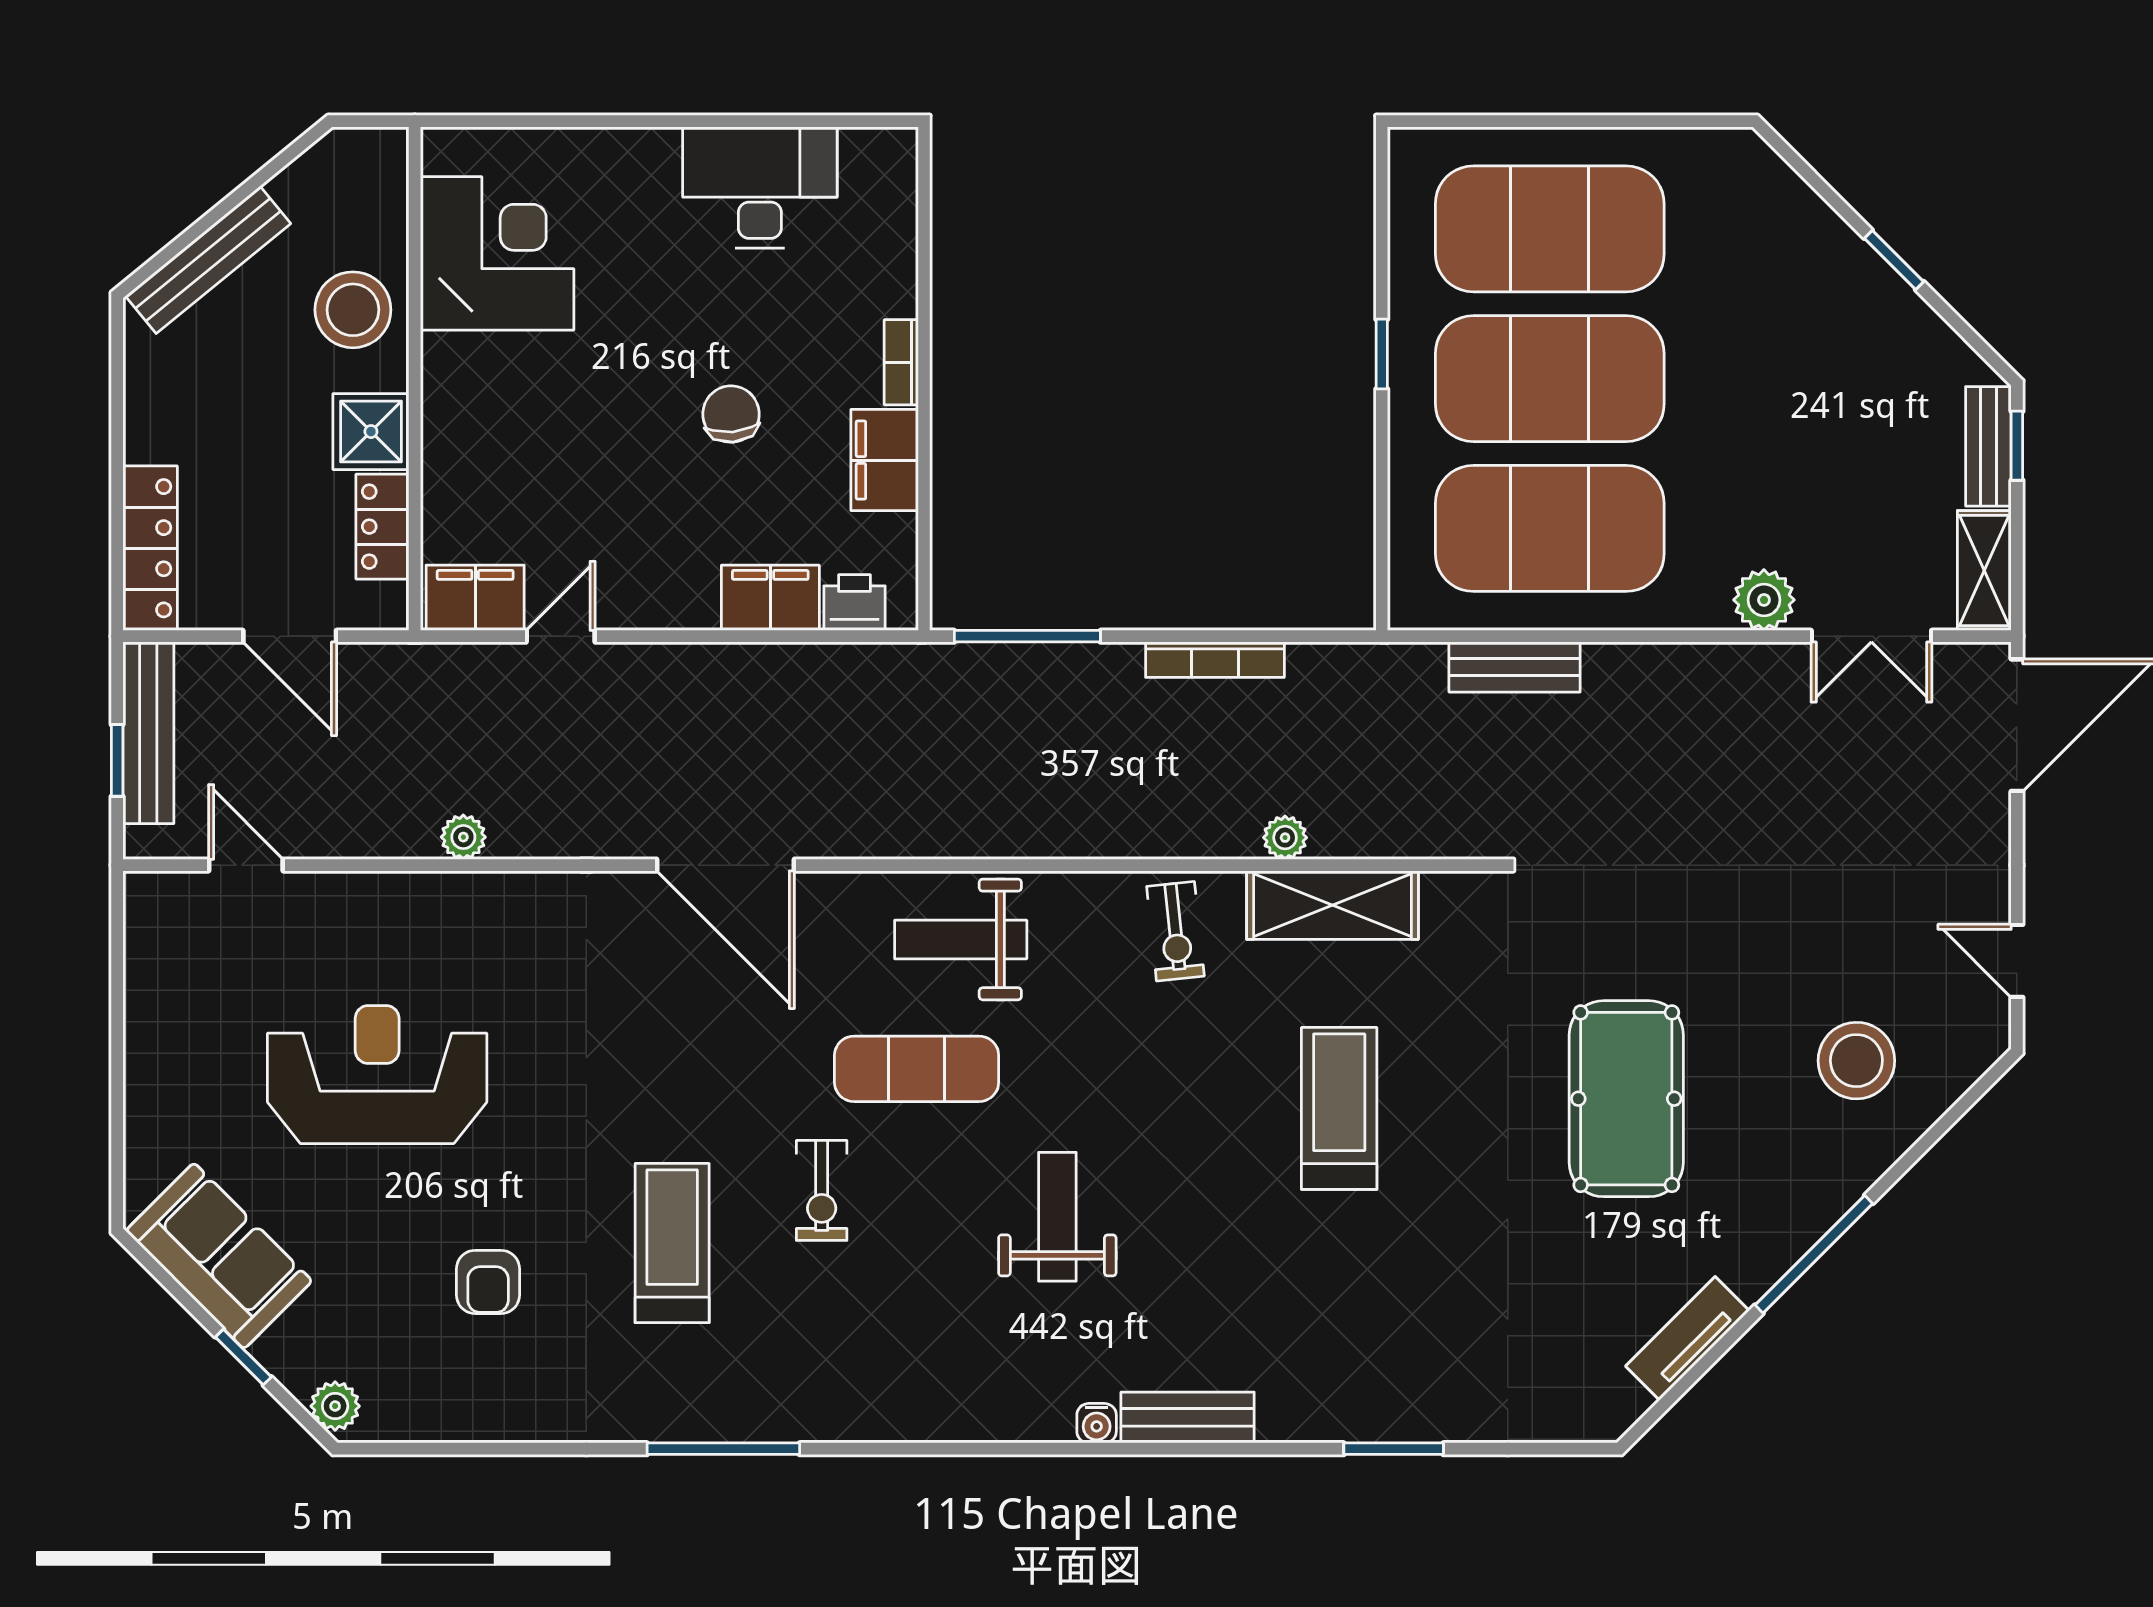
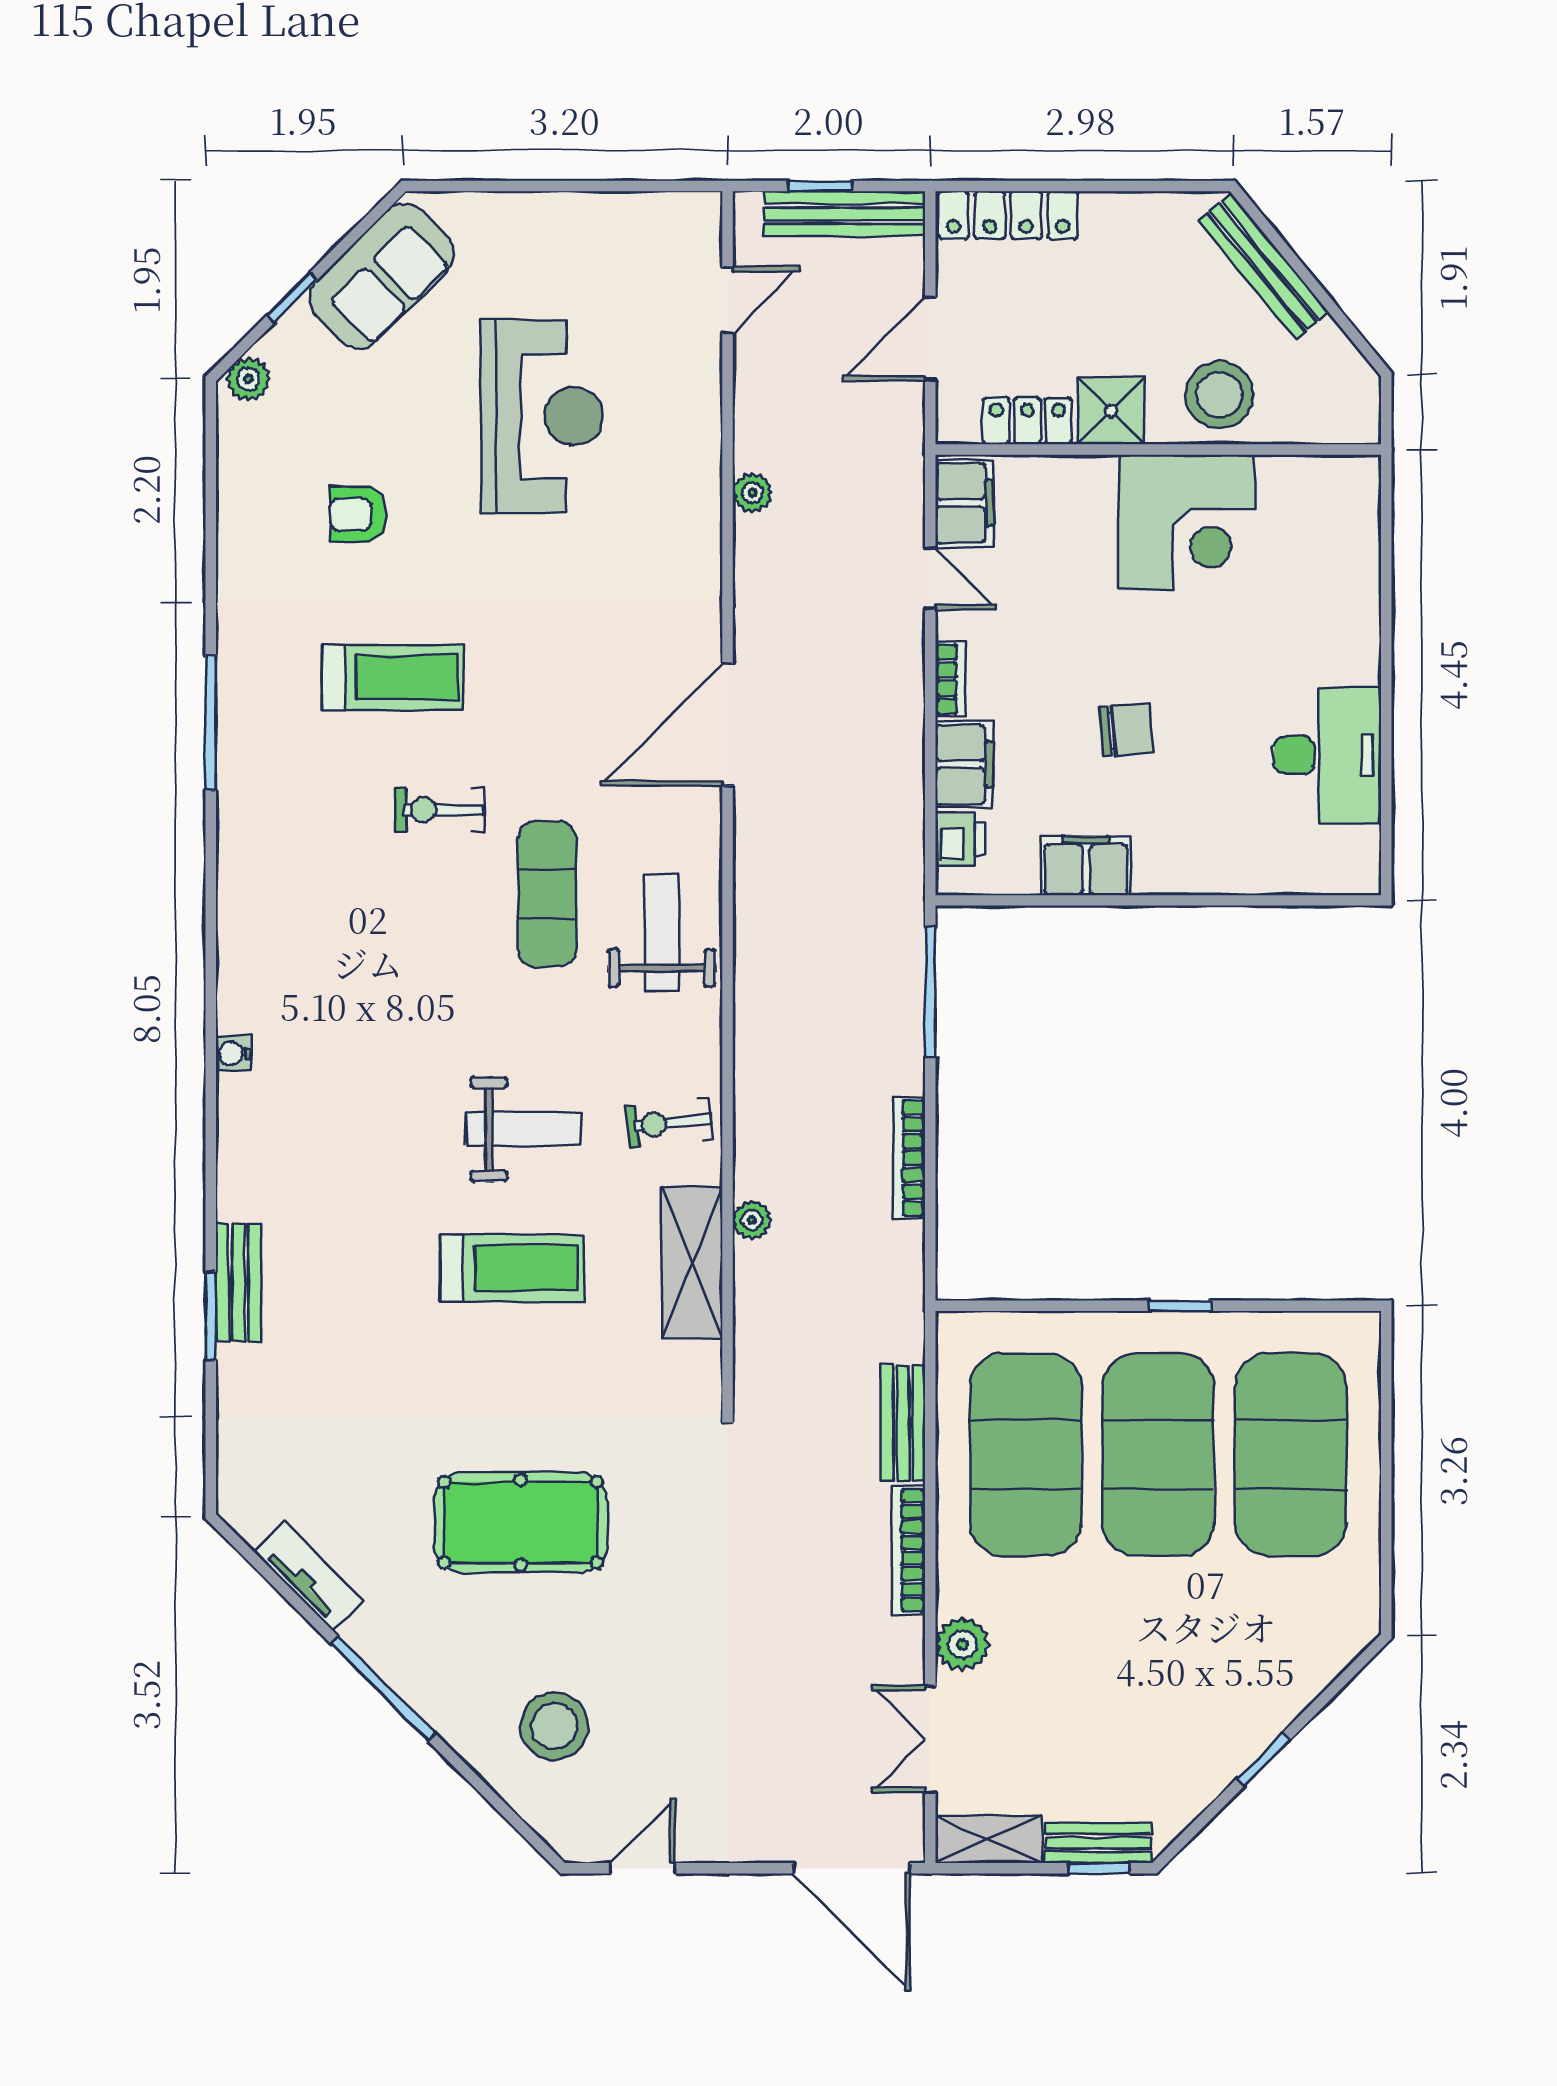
corner desk: (497, 253) -> (1186, 522), moved
bookcase: (901, 362) -> (950, 679), moved, turned 90
bookcase: (1658, 661) -> (909, 1550), added
weight bench: (1057, 1217) -> (523, 1129), moved
bench: (1188, 1418) -> (238, 1283), moved

